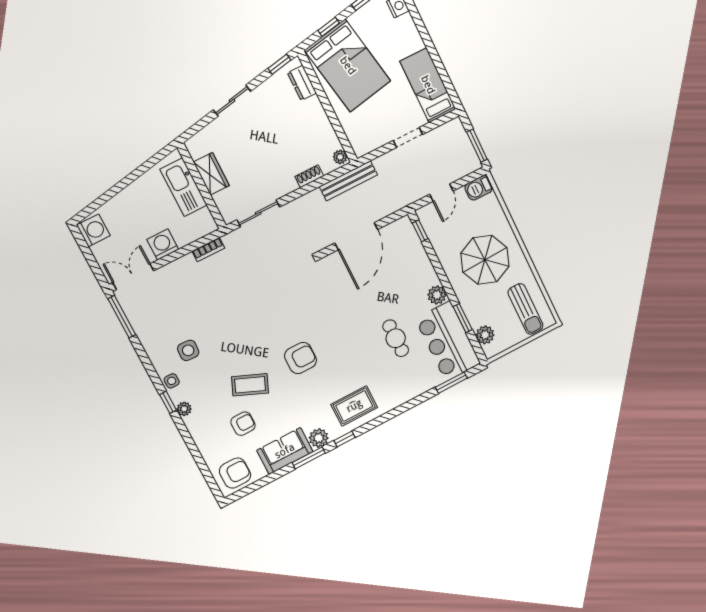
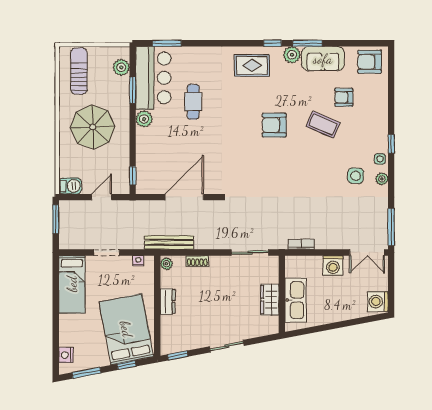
dresser: (302, 83) -> (168, 301), moved
nightstand: (371, 145) -> (138, 261), added
plant: (184, 409) -> (382, 179), moved

